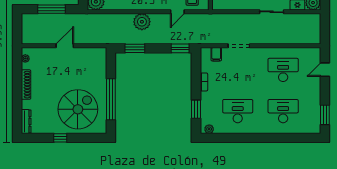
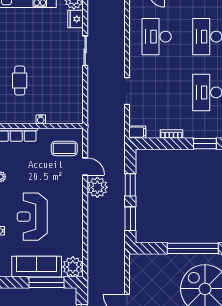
plant: (142, 22) -> (97, 187), moved
window: (180, 48) -> (130, 185), moved
filing cabinet: (216, 54) -> (137, 132), moved

